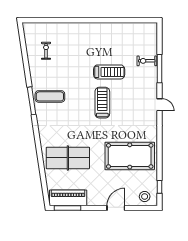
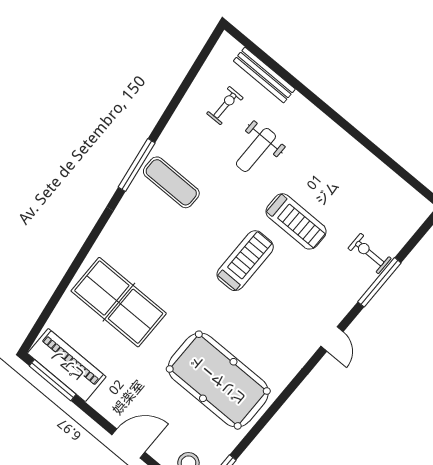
bench: (51, 27) -> (264, 75), added
weight bench: (72, 58) -> (256, 150), added

